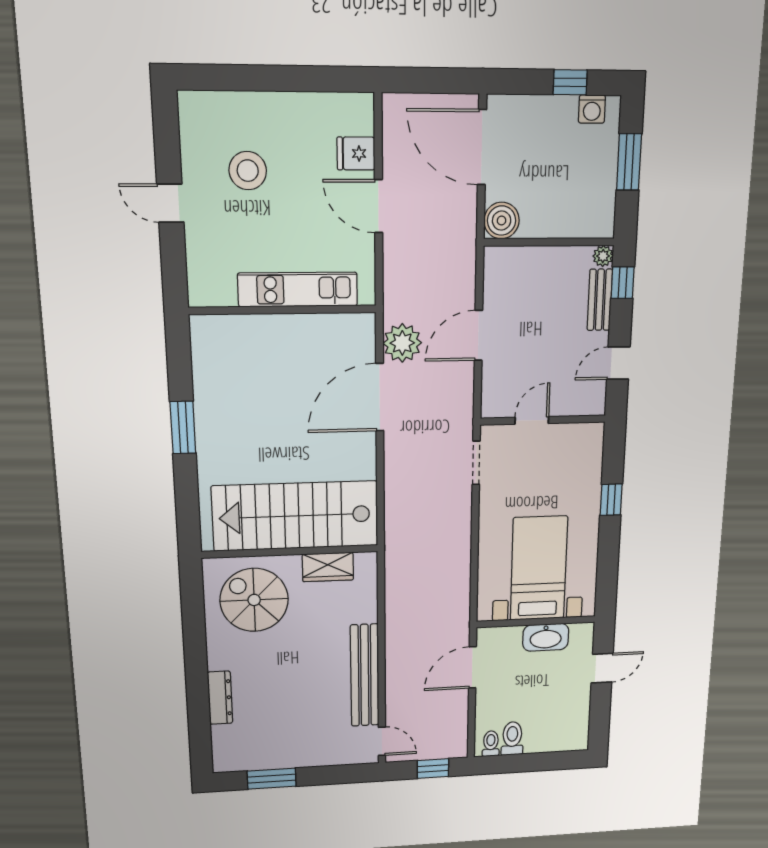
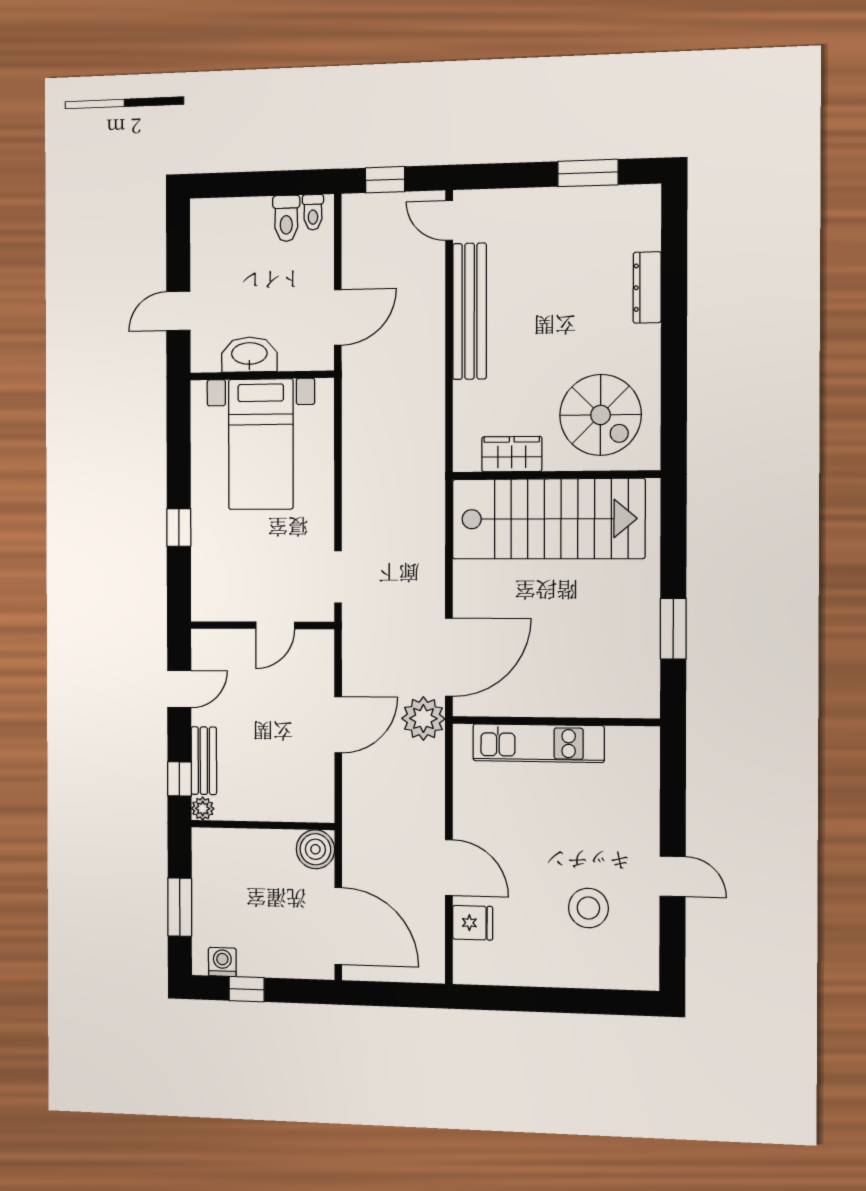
kitchen unit: (298, 289) -> (538, 743), moved
wall: (283, 310) -> (555, 721), moved

